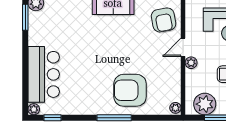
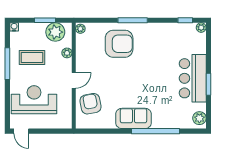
window: (25, 17) -> (208, 84), moved
plant: (191, 63) -> (67, 53), moved
bar counter: (44, 74) -> (193, 78), moved

